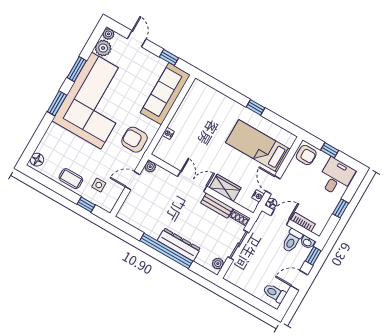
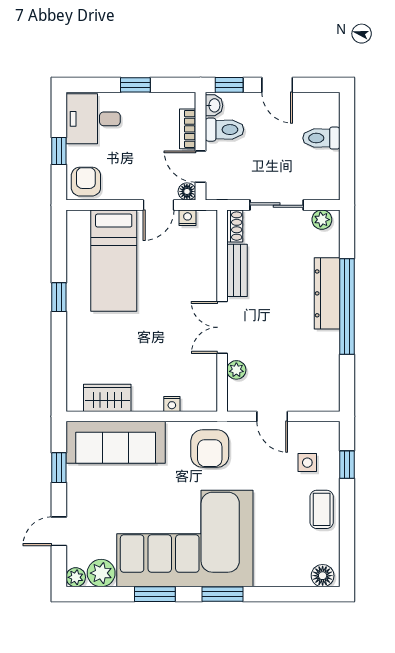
plant: (150, 167) -> (236, 370), moved
wardrobe: (225, 188) -> (107, 398), moved, turned 90
toilet: (274, 293) -> (321, 138), moved, turned 90

